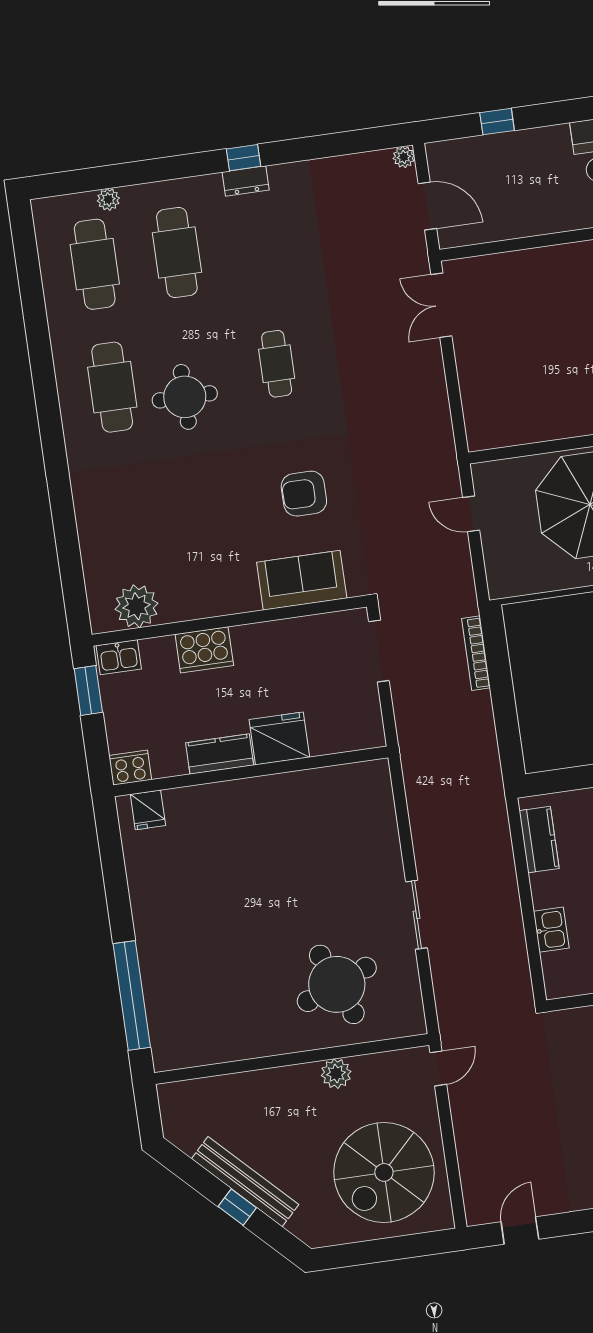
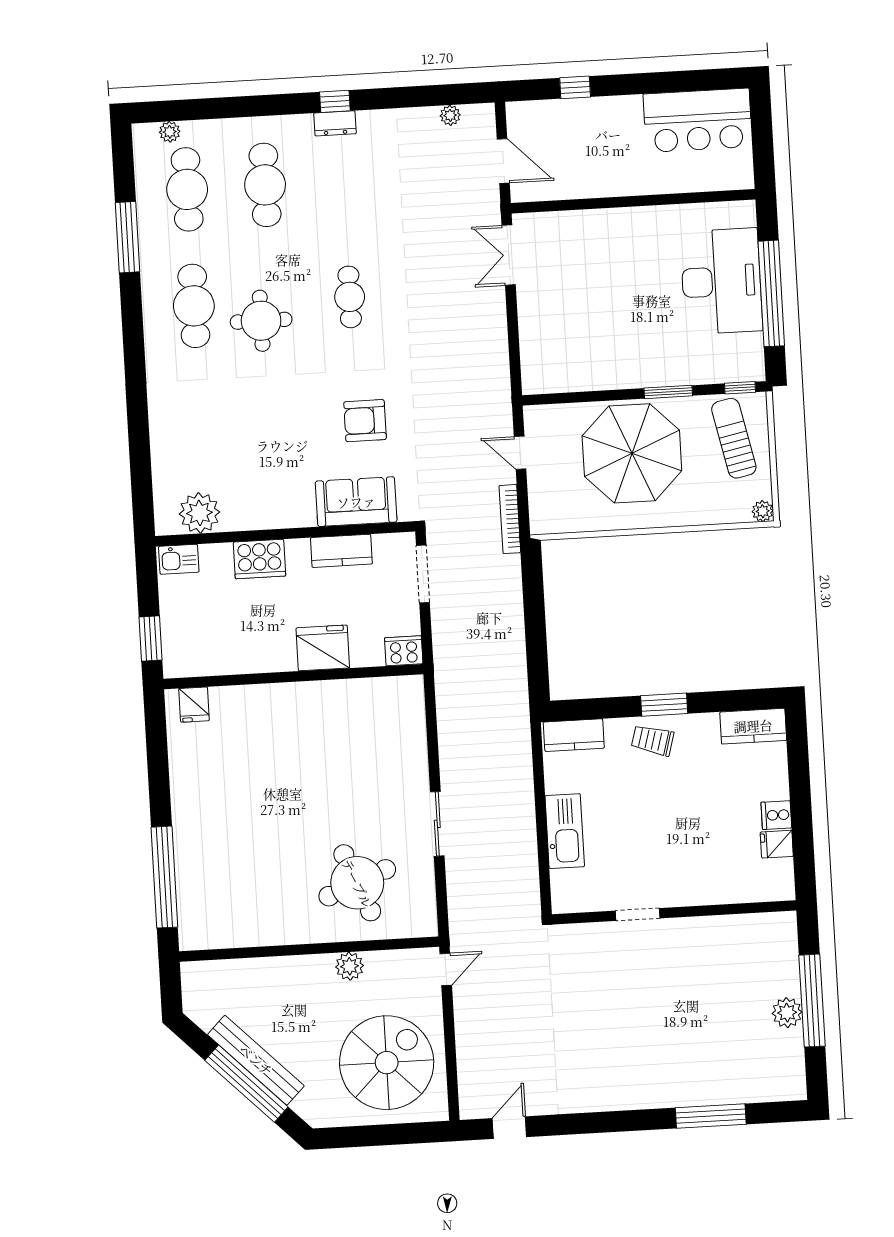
plant: (404, 157) -> (450, 115), moved
plant: (108, 199) -> (170, 132), moved
window: (36, 320) -> (127, 237), added
bookcase: (476, 653) -> (510, 519), moved
window: (88, 691) -> (151, 638), moved
kitchen counter: (220, 754) -> (341, 551), moved, turned 180
cooker: (130, 768) -> (404, 651), moved
kitchen counter: (539, 840) -> (574, 735), moved, turned 90
kitchen sink: (551, 930) -> (565, 831), width x1.88, depth x1.24
spiral stairs: (384, 1172) -> (387, 1063), turned 180
window: (237, 1207) -> (246, 1084), width x3.17

